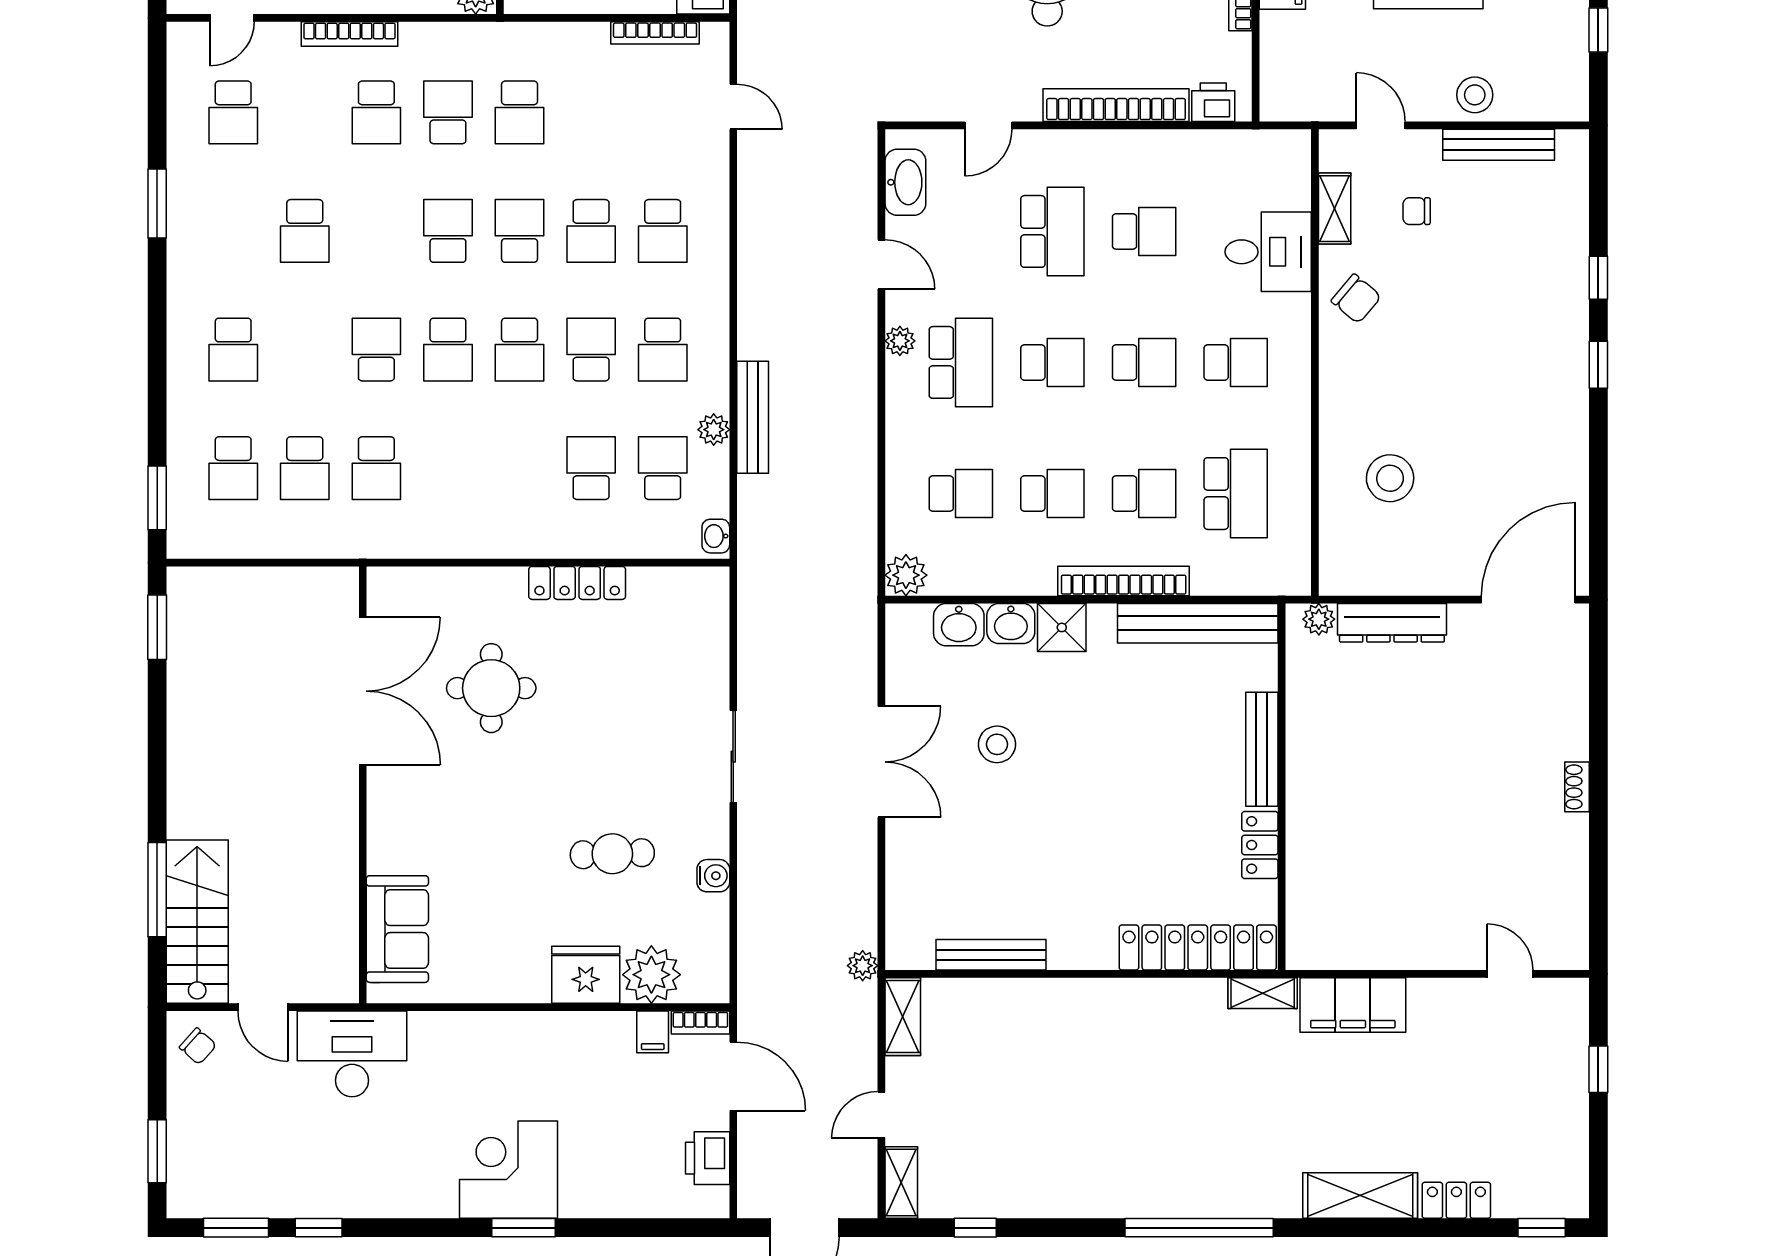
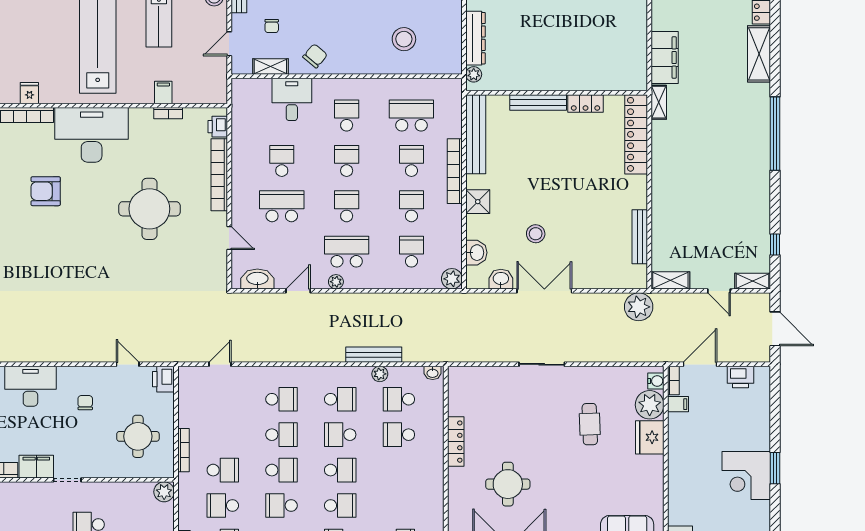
bookcase: (655, 33) -> (183, 450), moved
school desk: (520, 231) -> (281, 470), turned 180
washbasin: (1011, 624) -> (501, 279), moved, turned -90
water cooler: (713, 876) -> (656, 381), moved, turned 90
plant: (863, 966) -> (639, 307), width x1.88, depth x1.88

